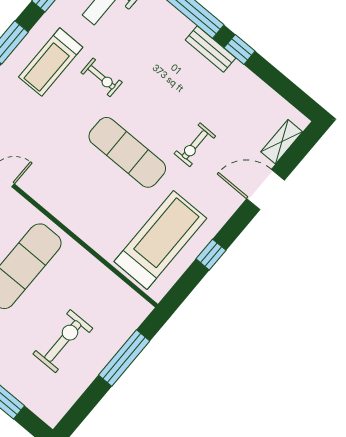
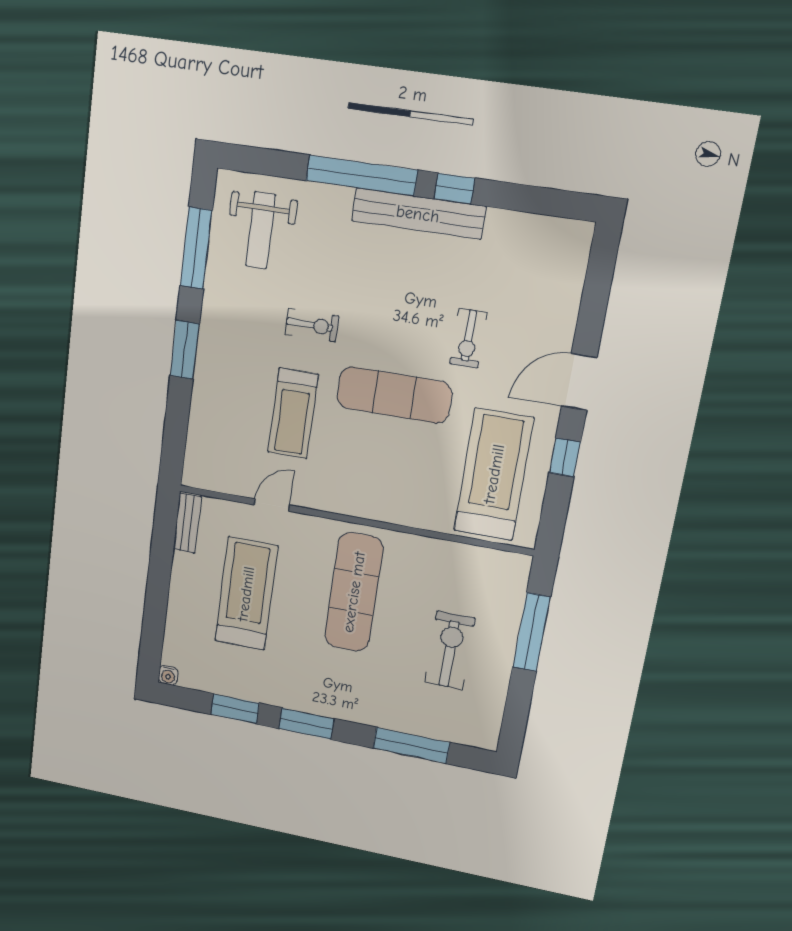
bench: (210, 49) -> (418, 214), width x1.86, depth x1.21
treadmill: (51, 62) -> (293, 413), moved
shelving: (282, 142) -> (573, 270), removed
door: (266, 189) -> (579, 382), moved

